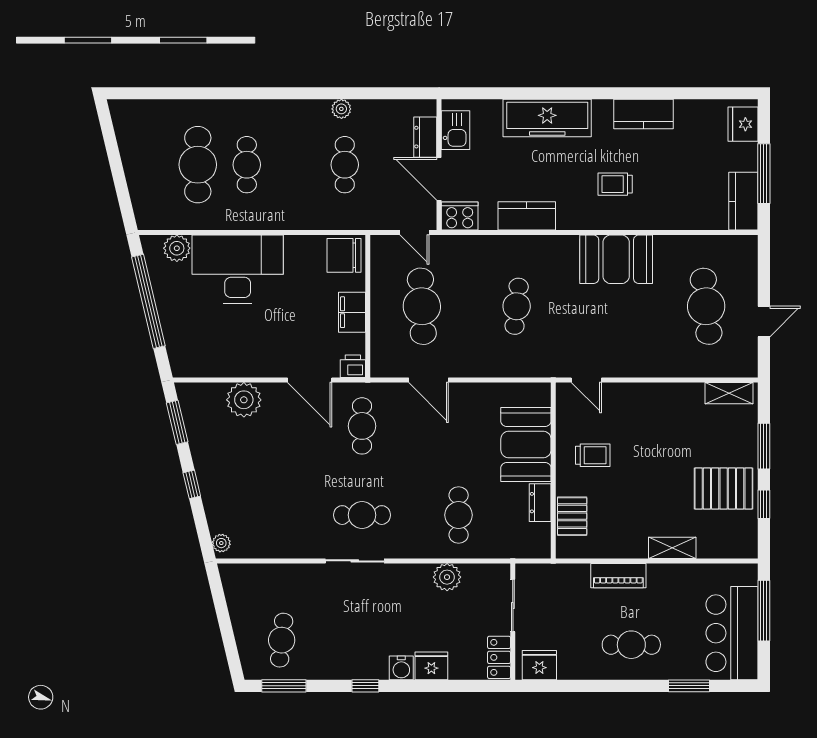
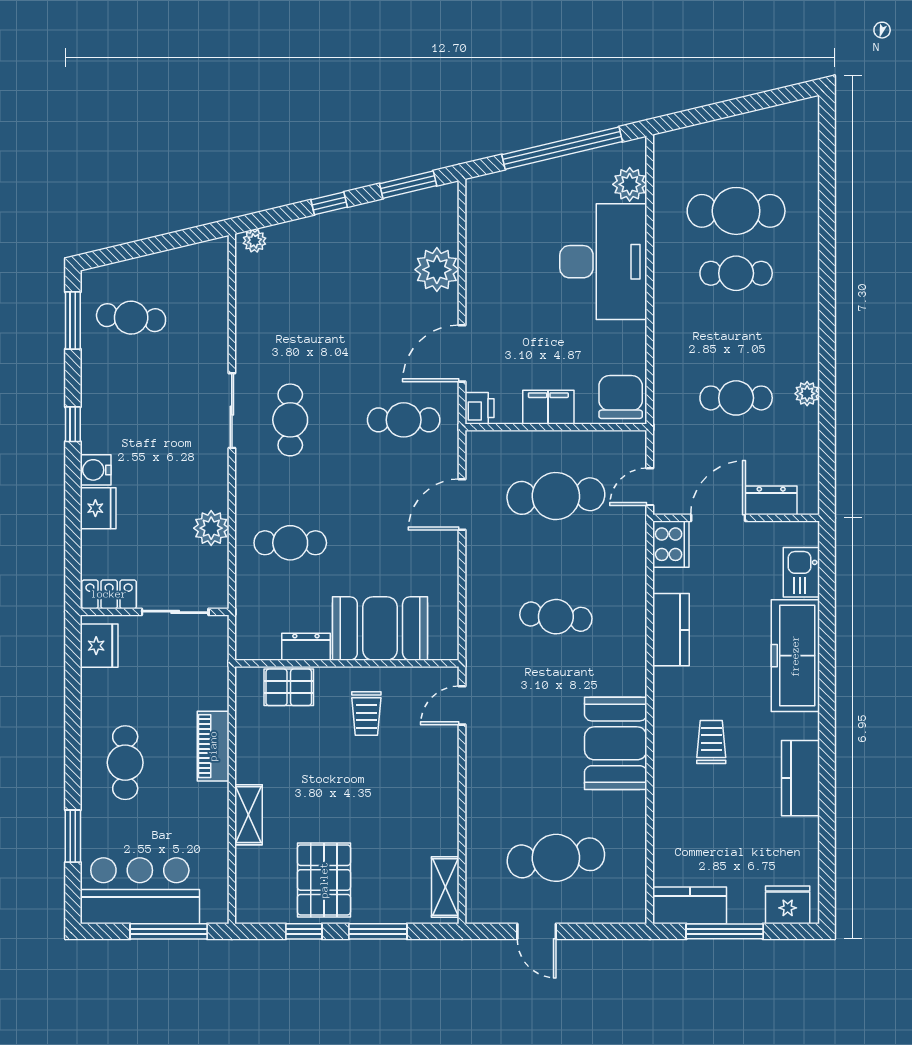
kitchen sink: (456, 130) -> (801, 572), moved, turned 90

